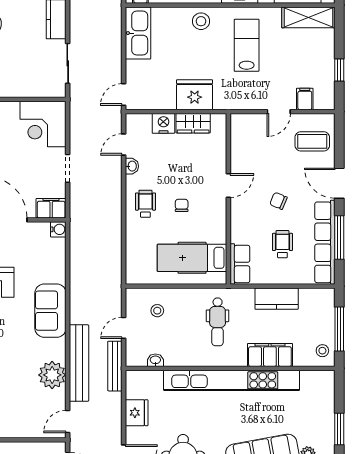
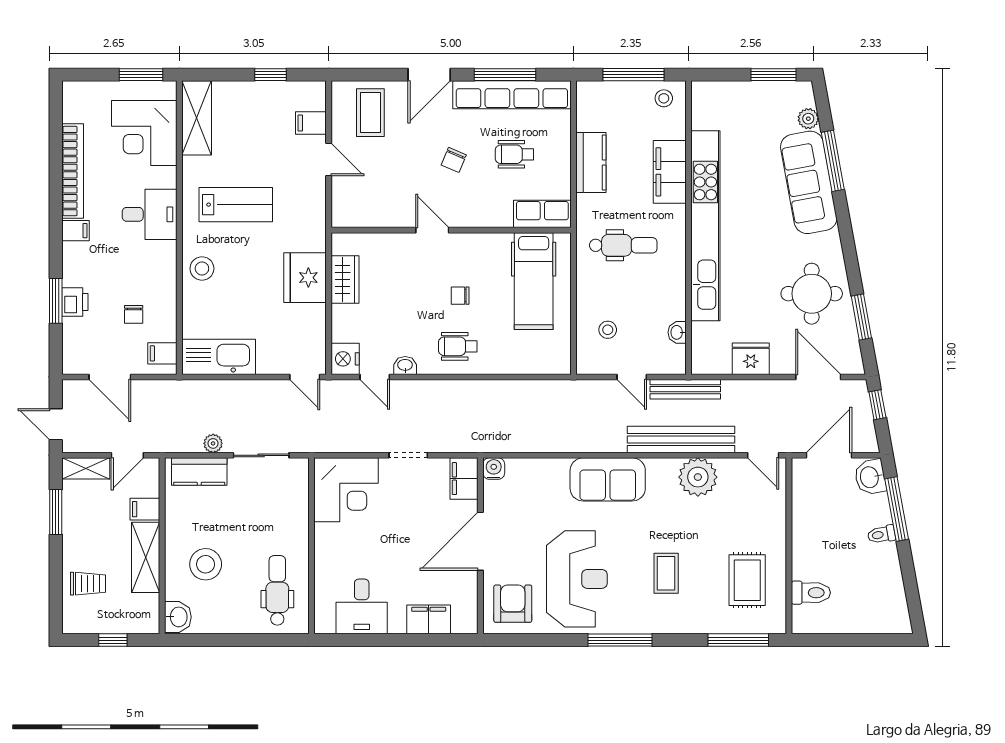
plant: (76, 29) -> (213, 443), added
lab bench: (247, 45) -> (236, 205), turned 180
nightstand: (163, 123) -> (345, 359), moved

